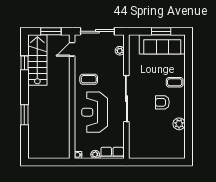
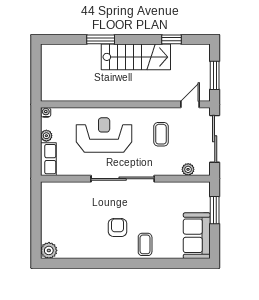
window: (161, 31) -> (215, 210), moved
sofa: (162, 44) -> (197, 236), width x0.73
door: (72, 49) -> (190, 104), hinge flipped
stairs: (37, 60) -> (136, 57), moved
coffee table: (89, 79) -> (161, 134), moved
plant: (179, 124) -> (49, 250), moved

